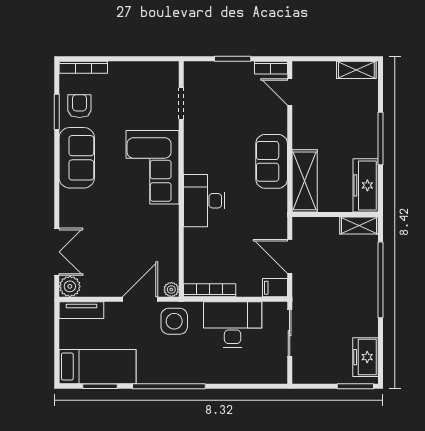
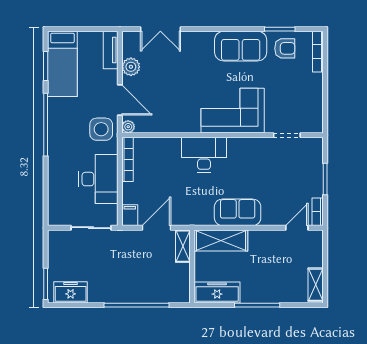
shelving: (359, 225) -> (183, 246), moved
plant: (70, 286) -> (131, 67), moved

